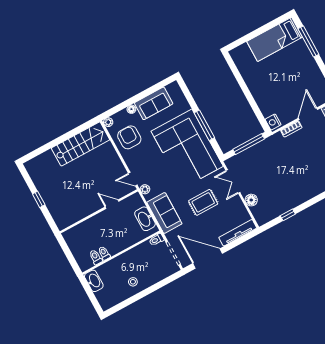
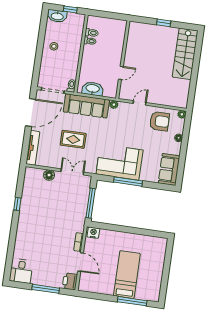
bed: (275, 39) -> (127, 275), moved
sofa: (154, 103) -> (169, 169), moved
stairs: (81, 144) -> (185, 54), moved
corner sofa: (187, 149) -> (120, 162), width x0.73, depth x0.74
door: (133, 179) -> (140, 103), moved
rug: (203, 202) -> (73, 139), turned 90
sofa: (164, 213) -> (86, 106), width x1.36
window: (288, 215) -> (17, 204), moved
washbasin: (94, 281) -> (57, 16), moved
window: (89, 292) -> (70, 9), added

